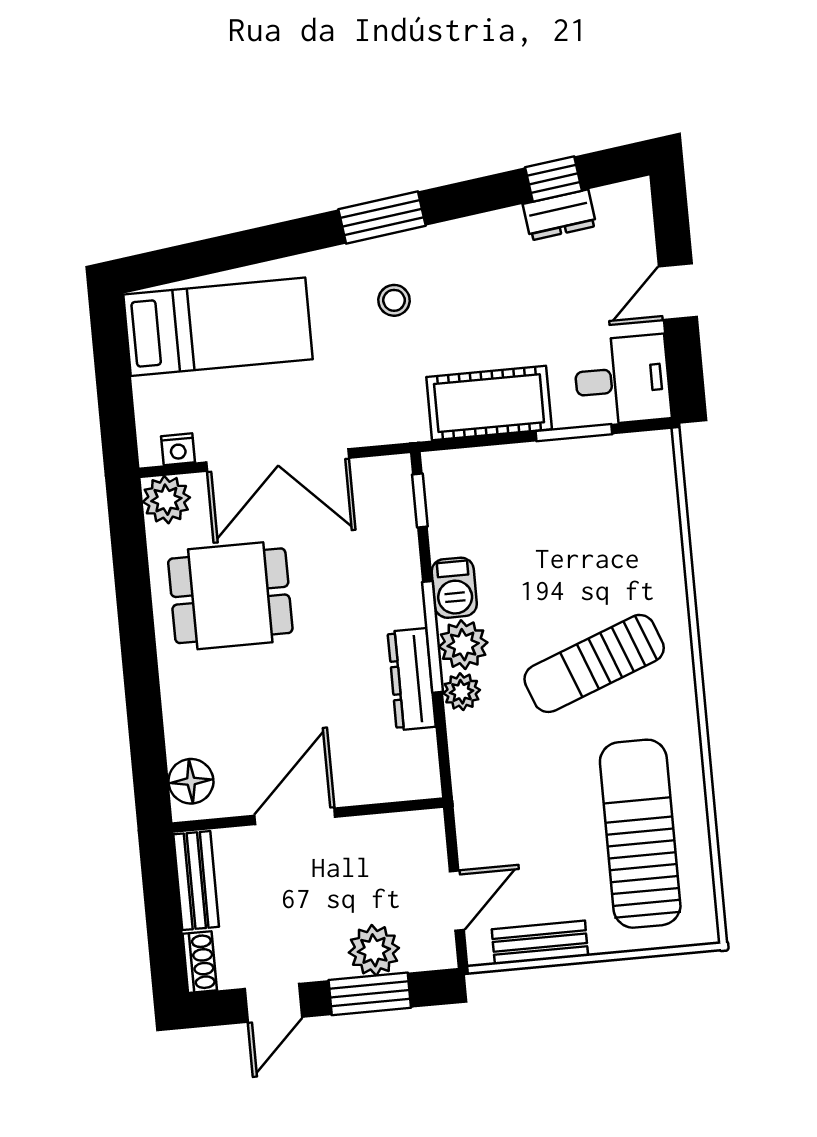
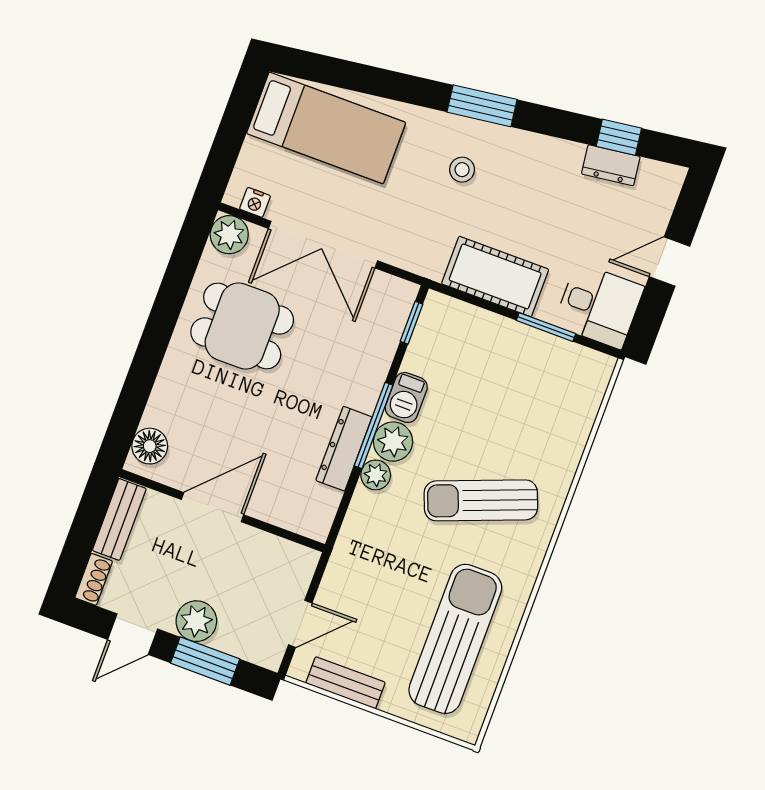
plant: (374, 950) -> (196, 621), moved

